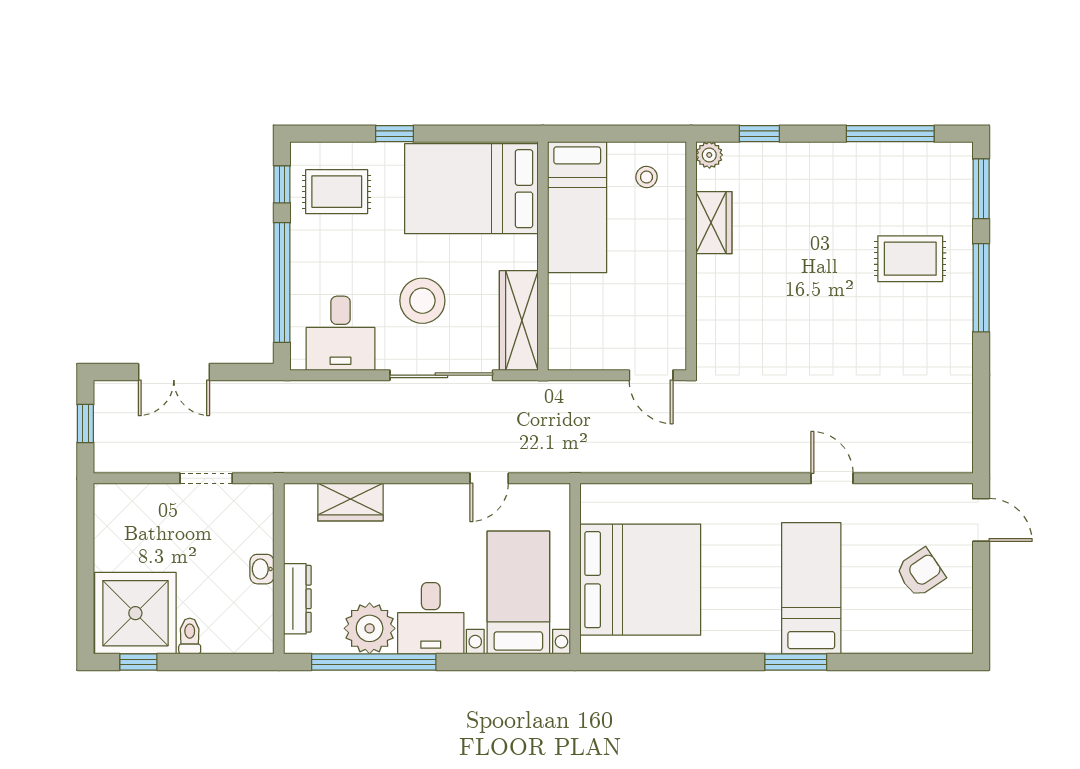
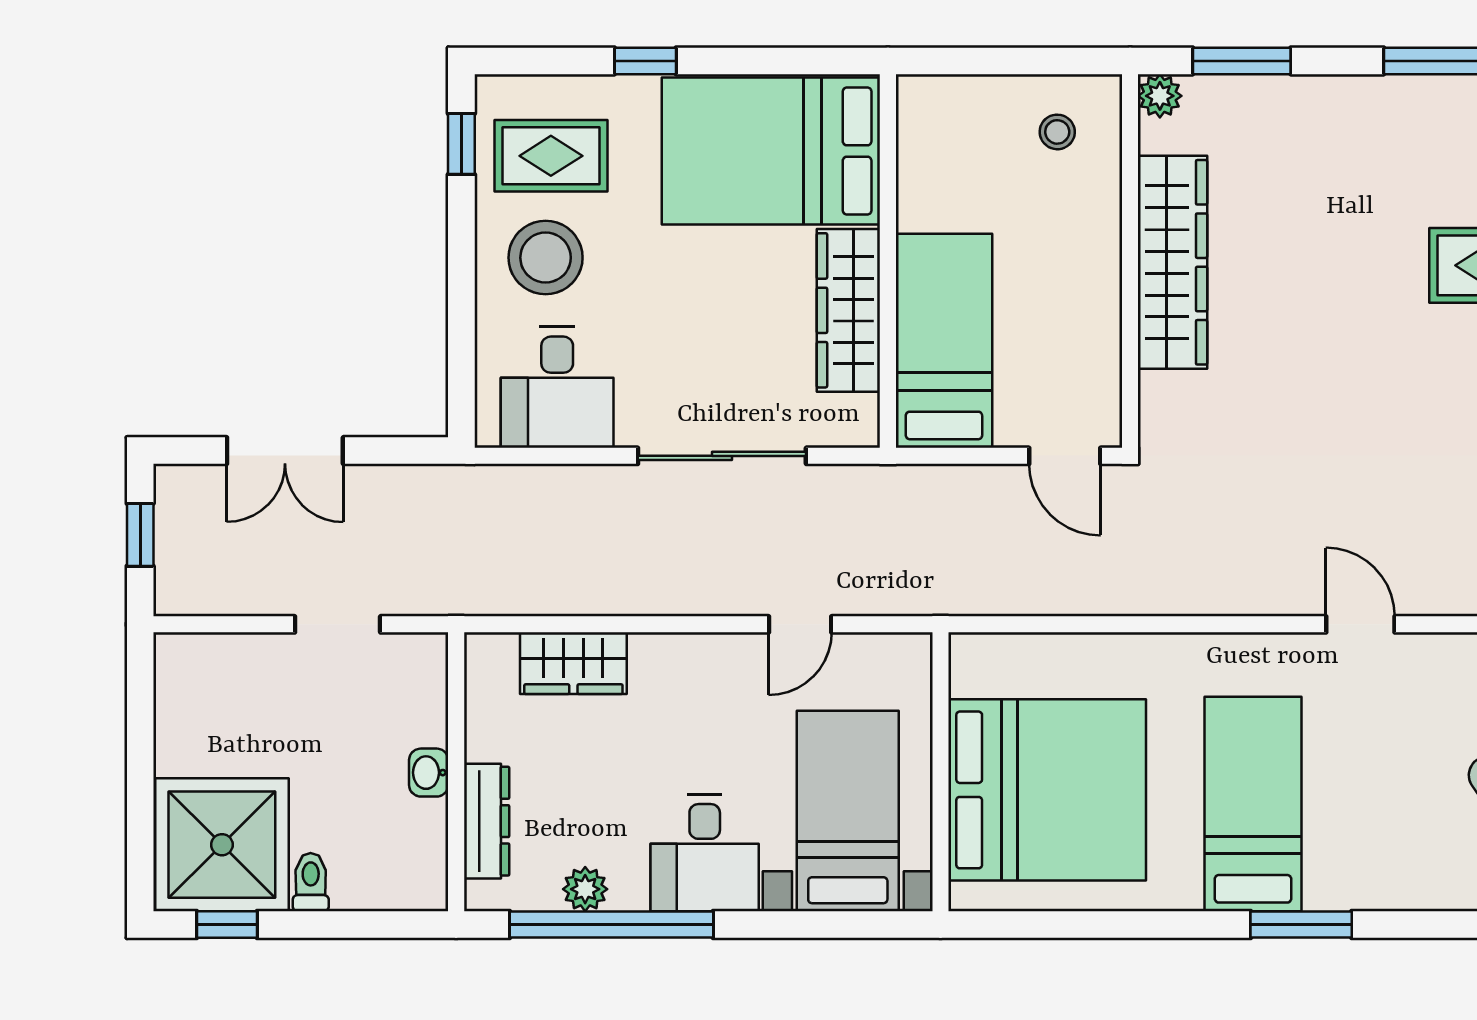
window: (759, 134) -> (1242, 61), width x1.50
bed: (577, 207) -> (944, 341), moved, turned 180
wardrobe: (714, 223) -> (1173, 262), width x2.10, depth x1.17
window: (282, 283) -> (461, 304), removed
stool: (422, 301) -> (546, 258), moved
wardrobe: (519, 321) -> (848, 310), moved
bed: (811, 588) -> (1253, 804), moved
plant: (370, 628) -> (585, 889), width x0.53, depth x0.53

